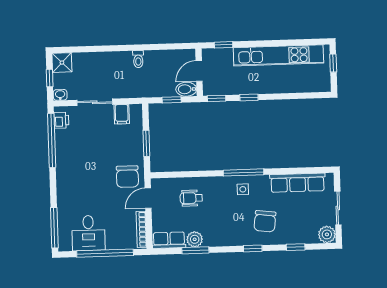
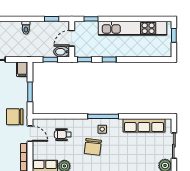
window: (172, 46) -> (52, 19), added
filing cabinet: (122, 114) -> (22, 69), moved
chair: (127, 177) -> (15, 117), turned 90
door: (148, 198) -> (30, 134), swing flipped
chair: (265, 221) -> (93, 147), moved

